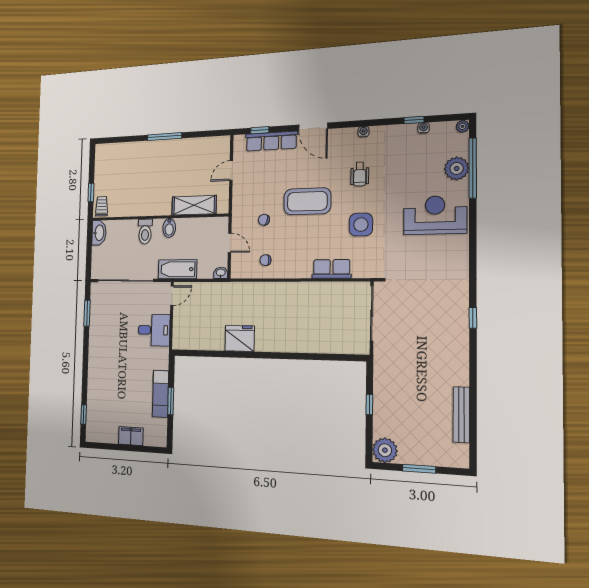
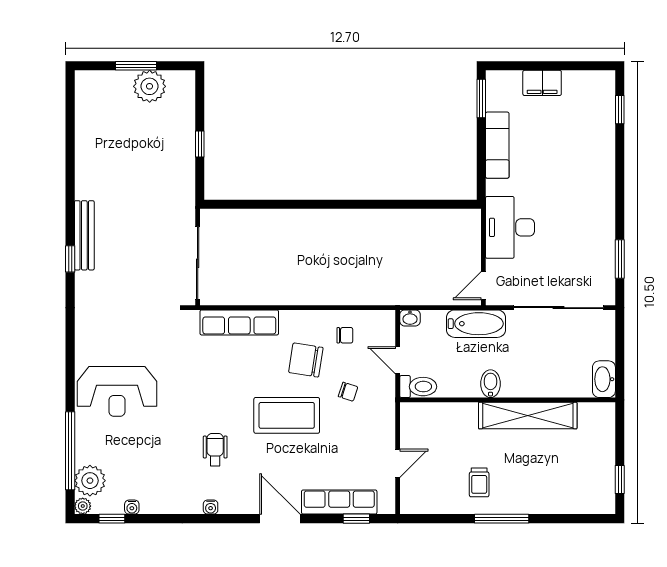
window: (414, 120) -> (112, 519), moved
plant: (457, 168) -> (90, 481), moved
window: (91, 192) -> (620, 479), moved
shelving: (194, 205) -> (528, 416), moved, width x1.47
trolley: (102, 206) -> (479, 482), moved
side table: (361, 225) -> (213, 381), removed
toilet: (145, 232) -> (418, 387), moved, turned 90
chair: (293, 242) -> (306, 360), added
row of seats: (332, 269) -> (239, 322), width x1.48
desk: (154, 330) -> (510, 227), width x1.37
fridge: (240, 338) -> (380, 226), removed
window: (171, 401) -> (481, 99), moved
bench: (461, 415) -> (84, 235), moved
plant: (385, 450) -> (150, 86), moved

